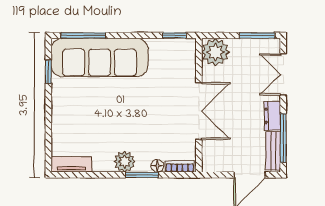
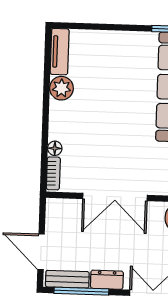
plant: (125, 162) -> (61, 88), moved
window: (142, 175) -> (45, 131), removed

